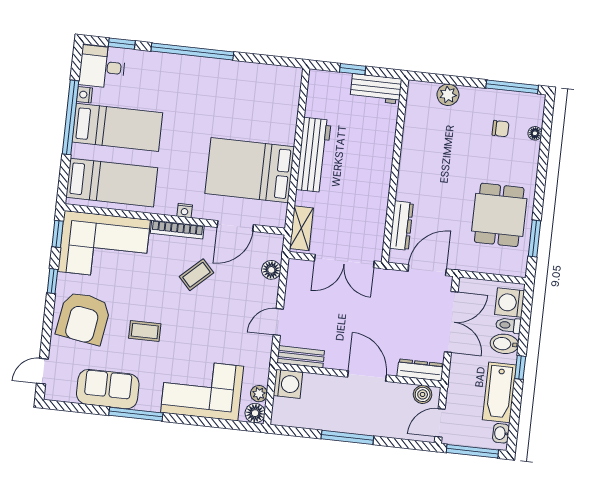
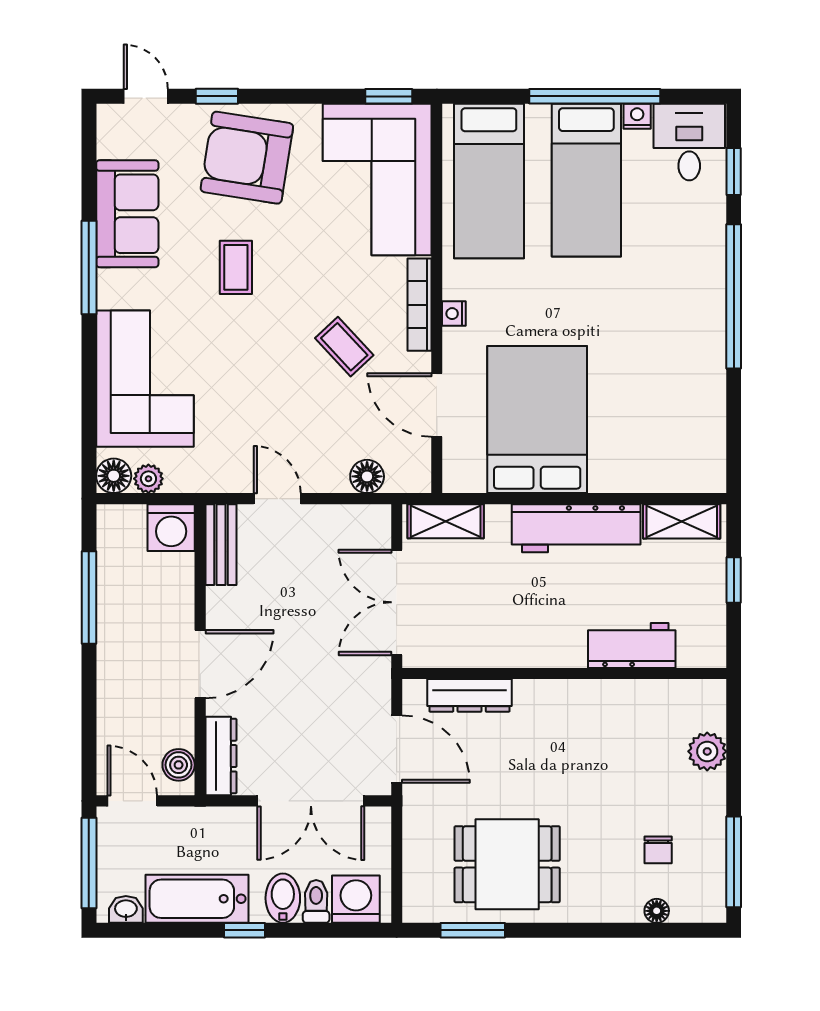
workbench: (376, 89) -> (632, 645), moved, turned 90
shelving: (316, 95) -> (682, 521), added
window: (52, 281) -> (217, 96), moved
window: (347, 437) -> (89, 597), moved

